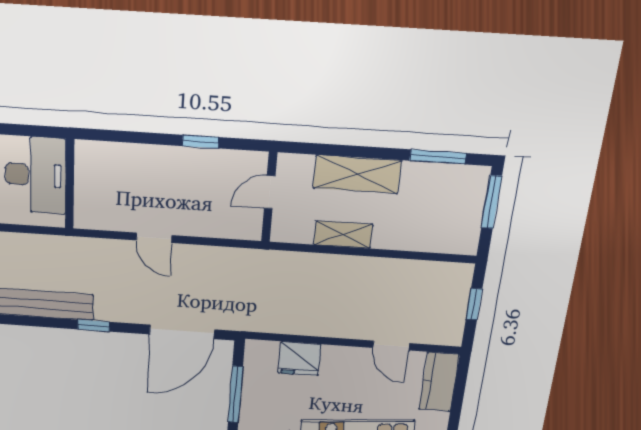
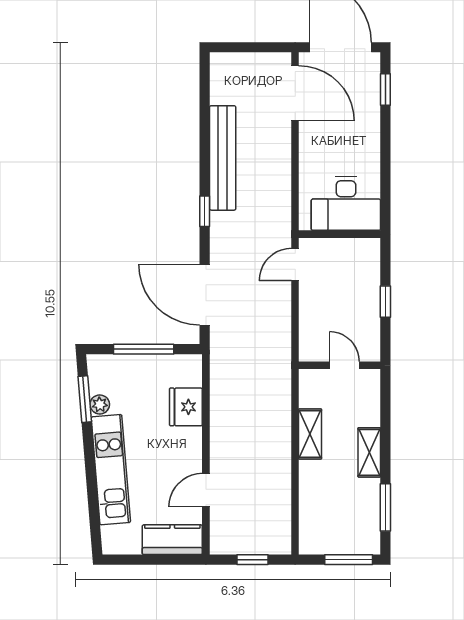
shelving: (357, 174) -> (369, 452), width x0.67, depth x0.75
desk: (35, 175) -> (346, 203), moved
wall: (70, 184) -> (340, 234), moved

